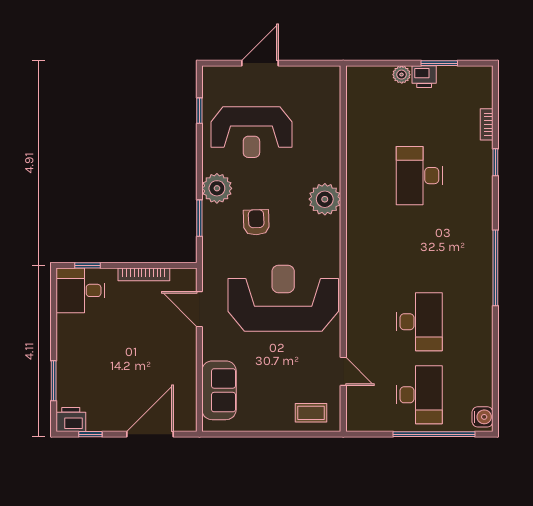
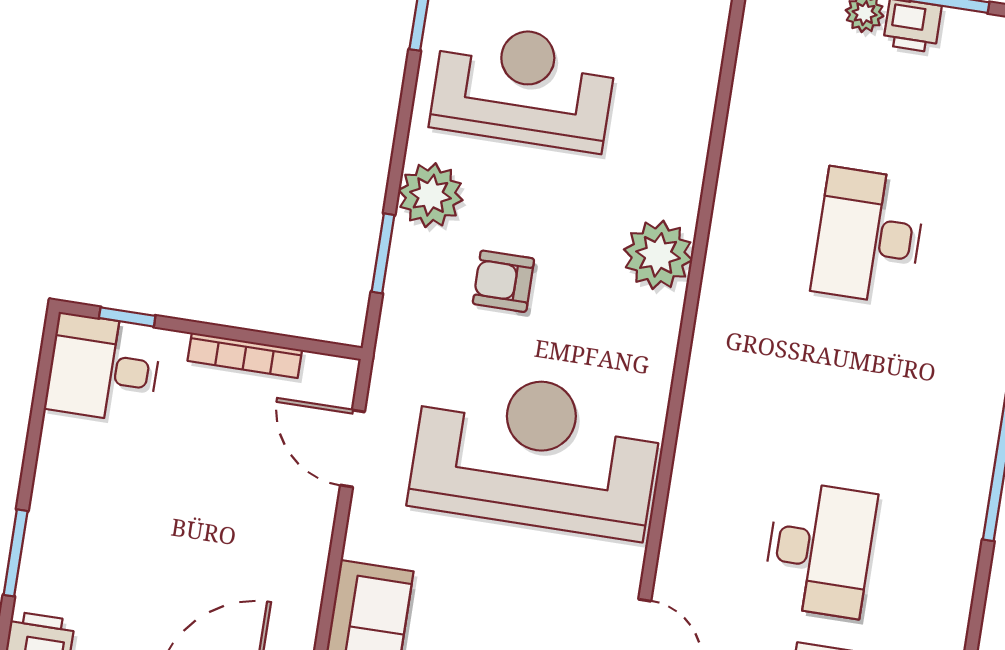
reception desk: (251, 132) -> (523, 86), turned 180
armchair: (256, 222) -> (503, 281), turned -88

